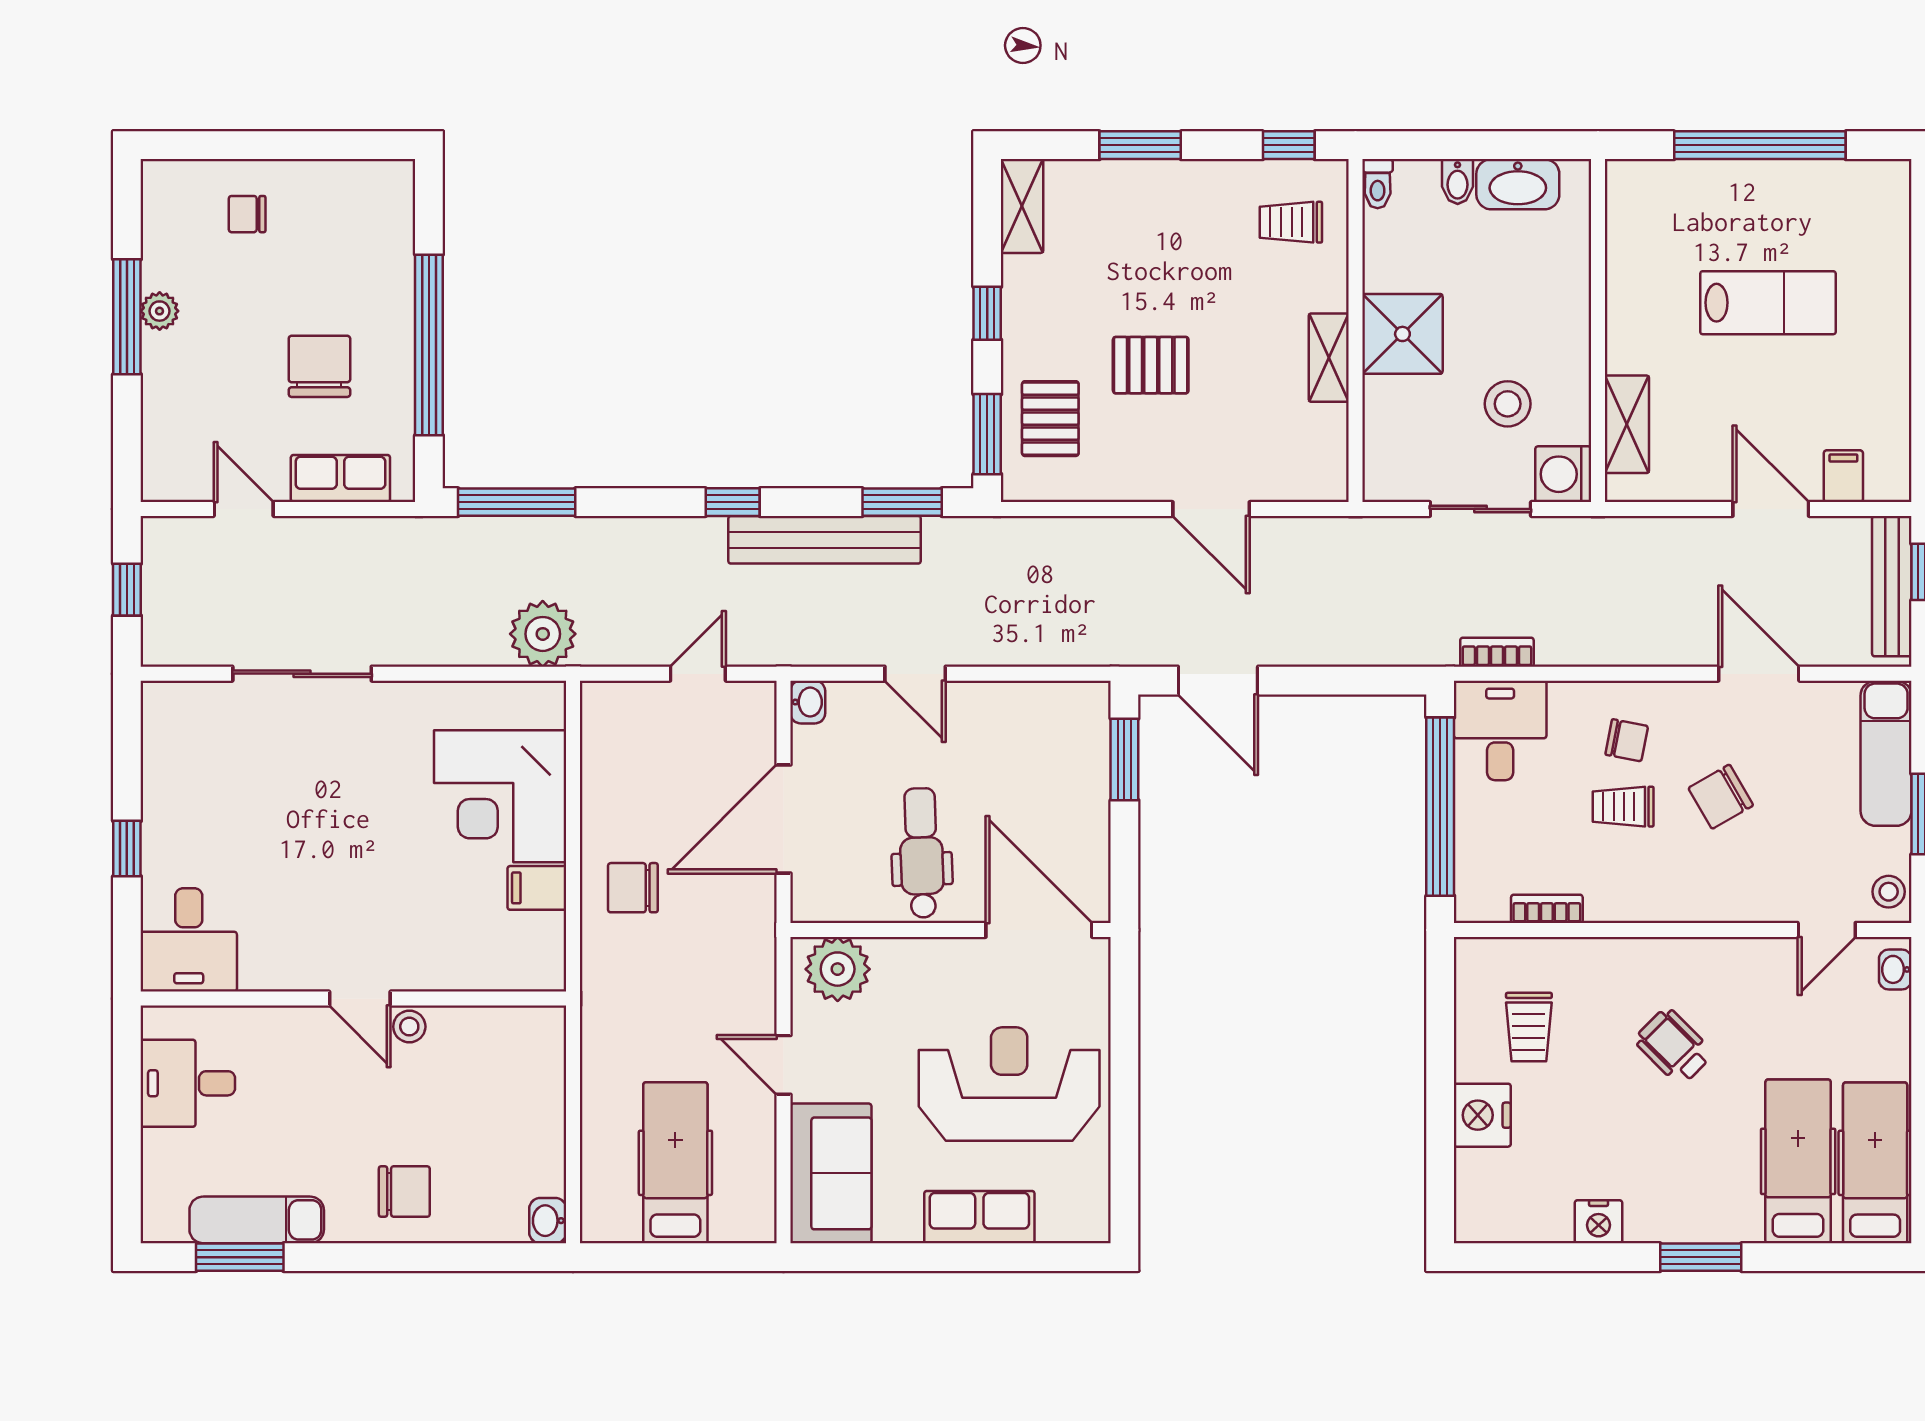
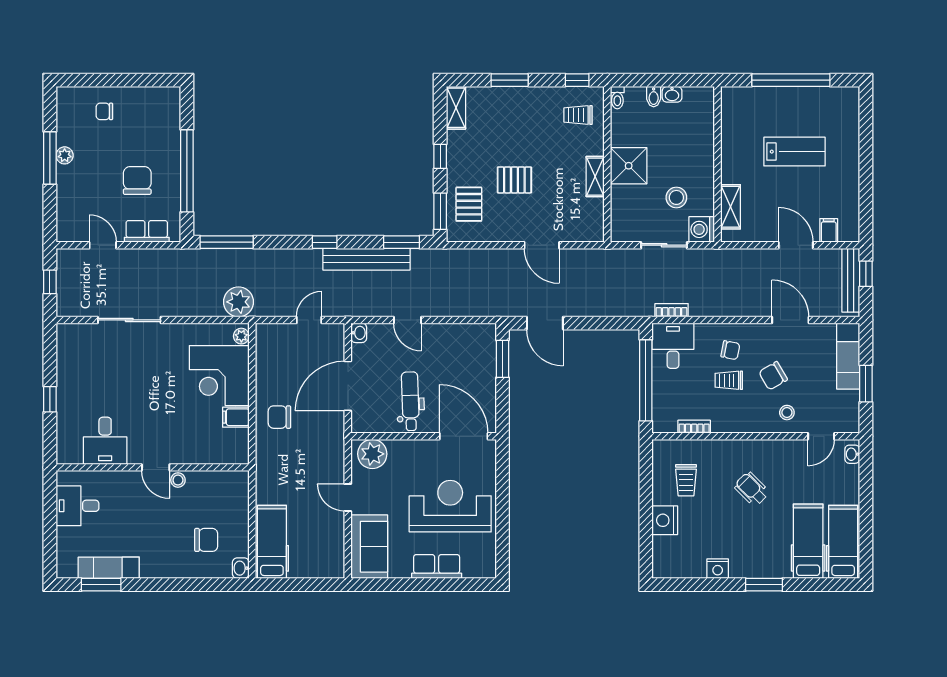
washbasin: (1518, 184) -> (672, 94), width x0.52, depth x0.69
plant: (549, 709) -> (241, 336), added
stool: (1889, 892) -> (787, 413), moved
desk: (189, 940) -> (105, 441), moved
hospital bed: (675, 1163) -> (272, 542), moved
chair: (404, 1192) -> (206, 540), moved

